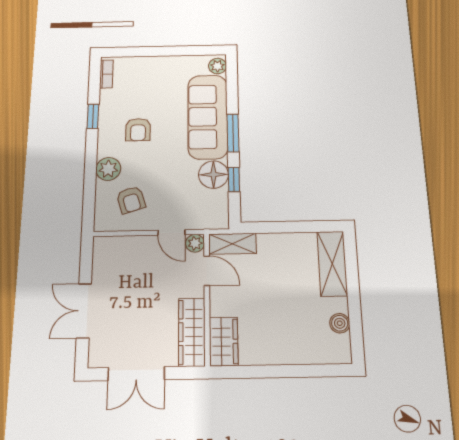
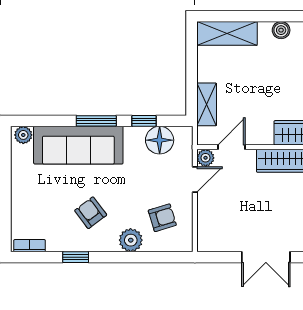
armchair: (138, 130) -> (91, 213), turned -127
floor lamp: (213, 175) -> (160, 140), moved
shelving: (232, 244) -> (207, 104), moved

